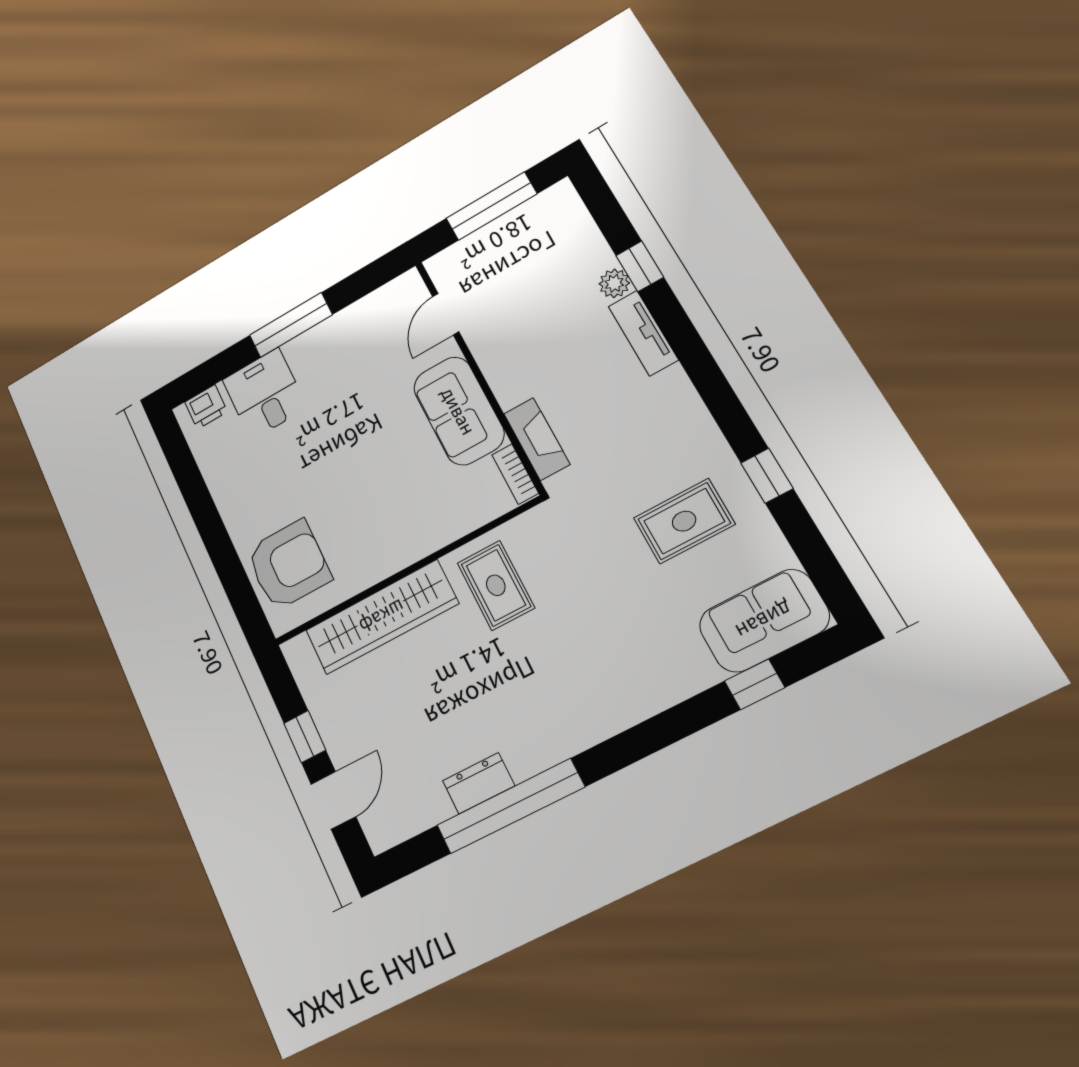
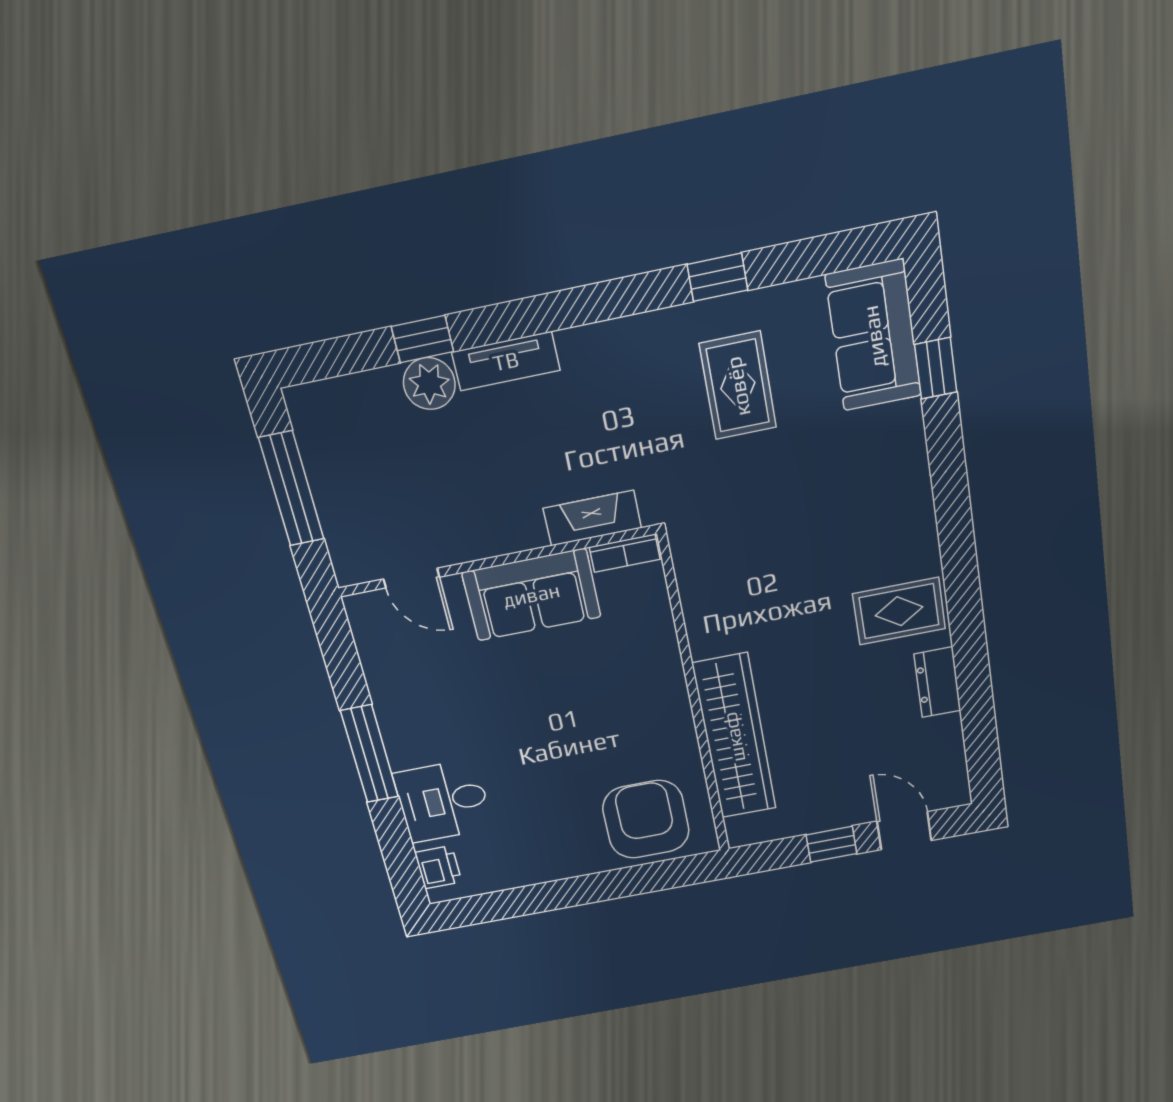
plant: (614, 283) -> (429, 384), width x1.38, depth x1.38
rug: (496, 585) -> (899, 611), moved
window: (510, 806) -> (971, 657), removed

